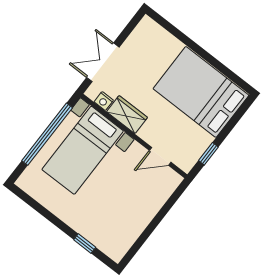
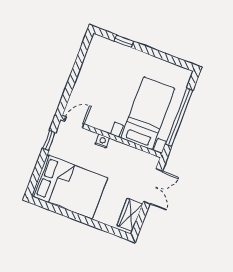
nightstand: (104, 101) -> (102, 141), moved
wardrobe: (127, 115) -> (130, 215), moved, turned 90
door: (160, 156) -> (74, 122), moved

